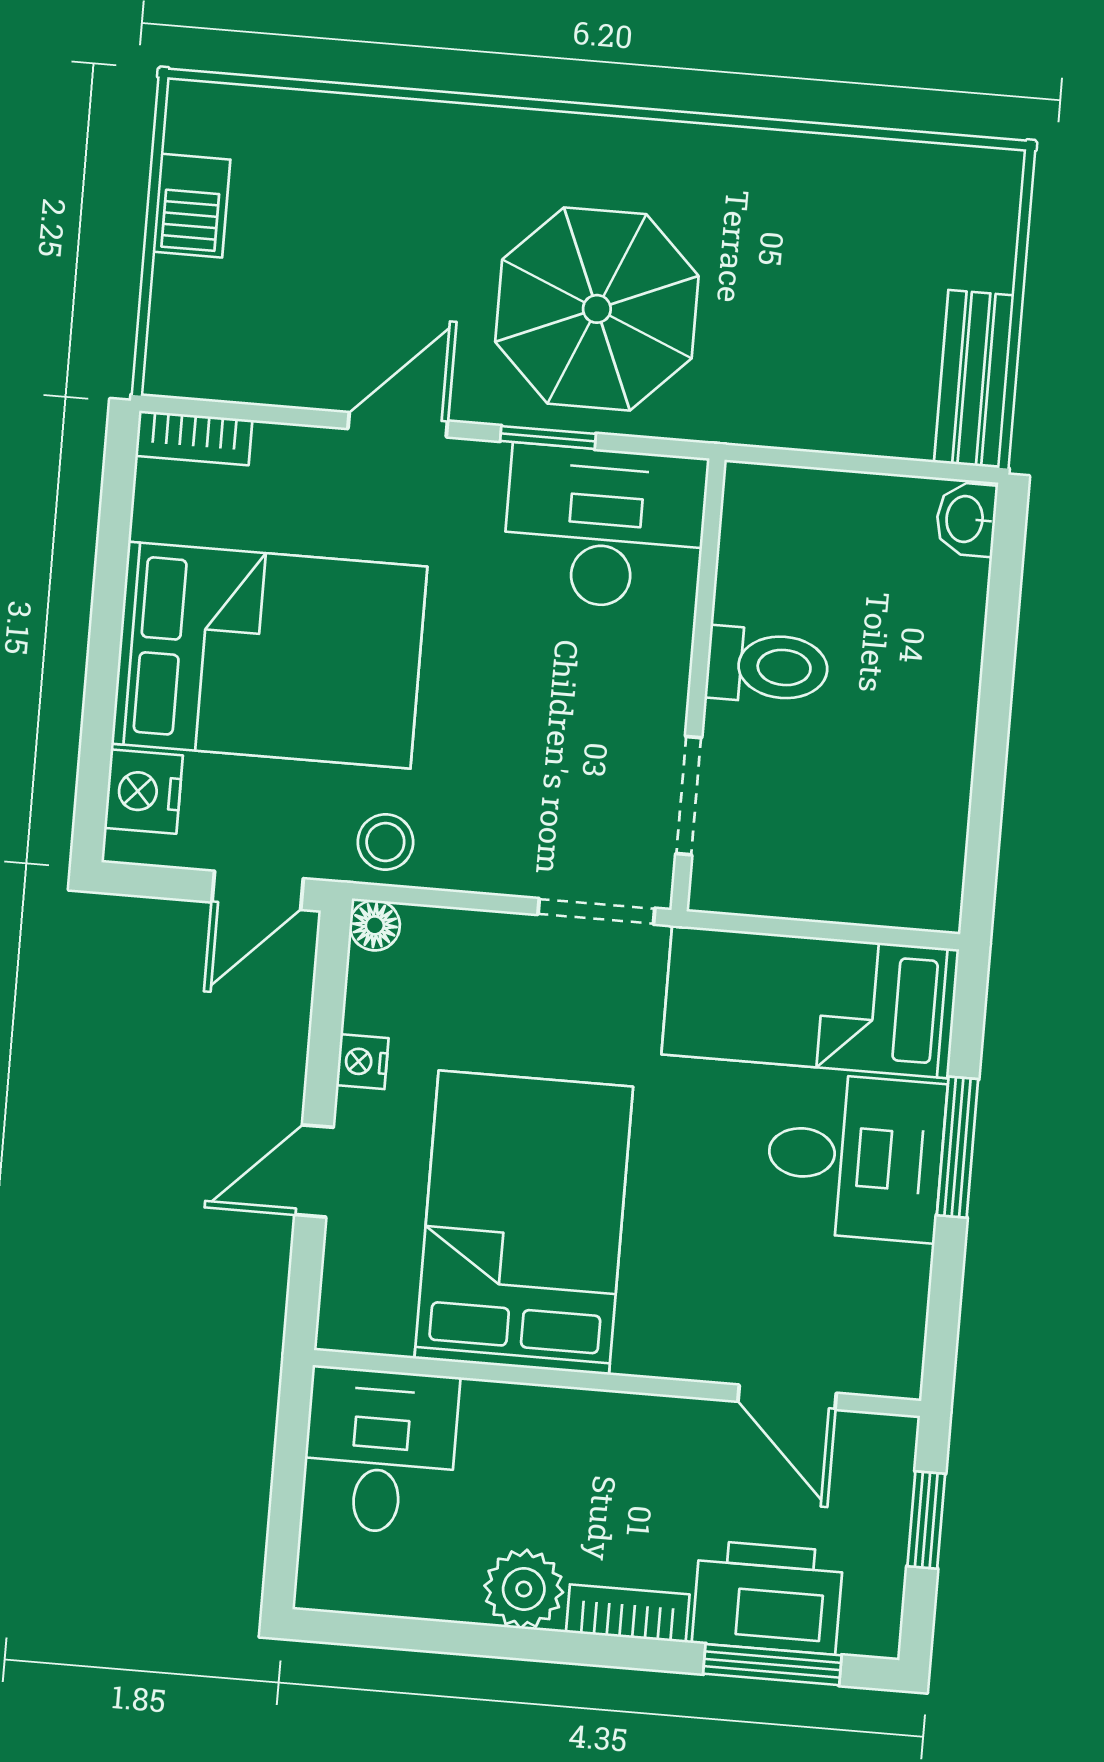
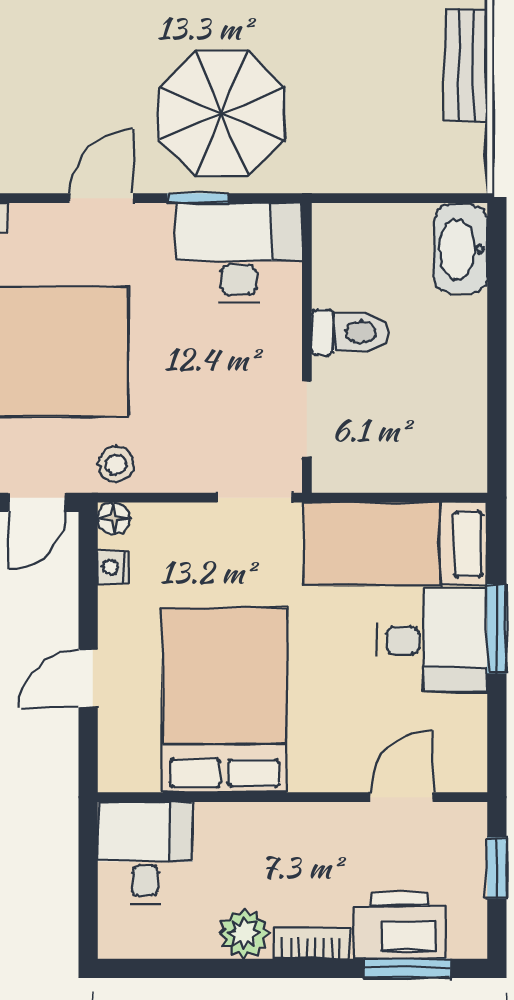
bench: (974, 379) -> (466, 65), moved
washbasin: (966, 519) -> (461, 249), width x1.91, depth x1.45
nightstand: (362, 1062) -> (113, 567), moved
door: (787, 1397) -> (402, 797), swing flipped

